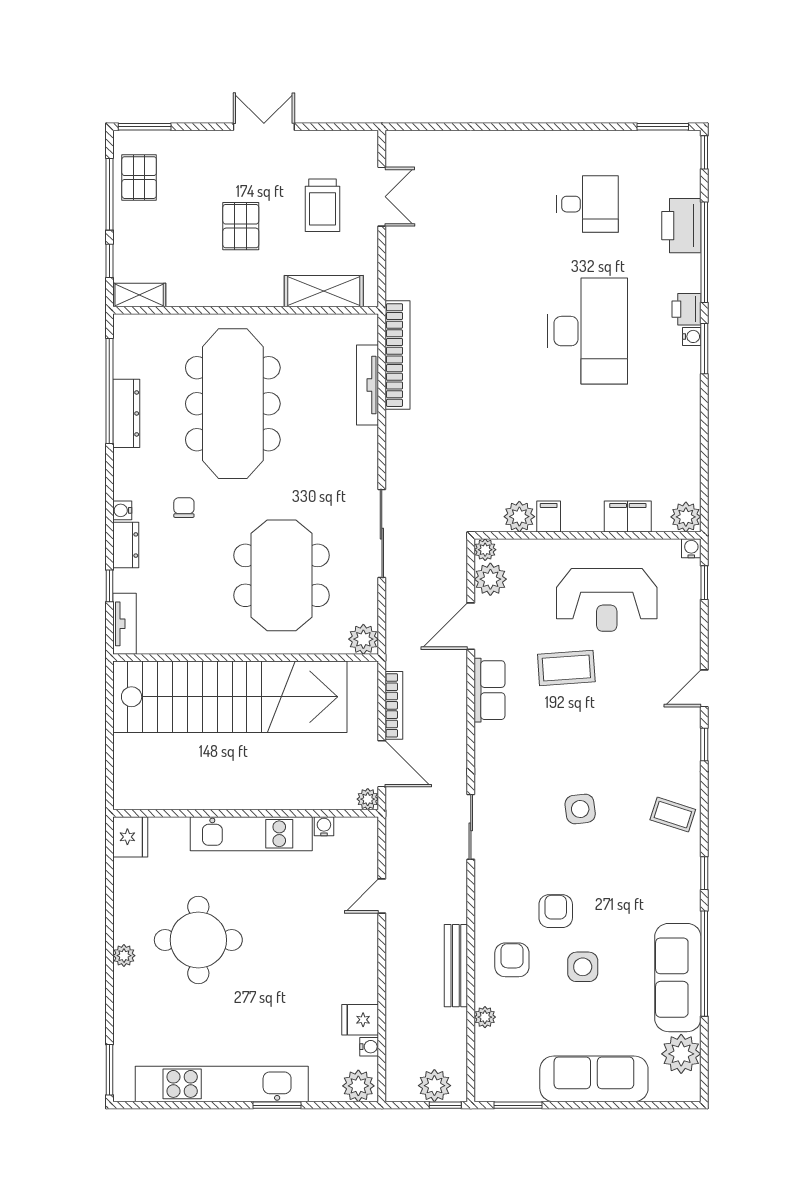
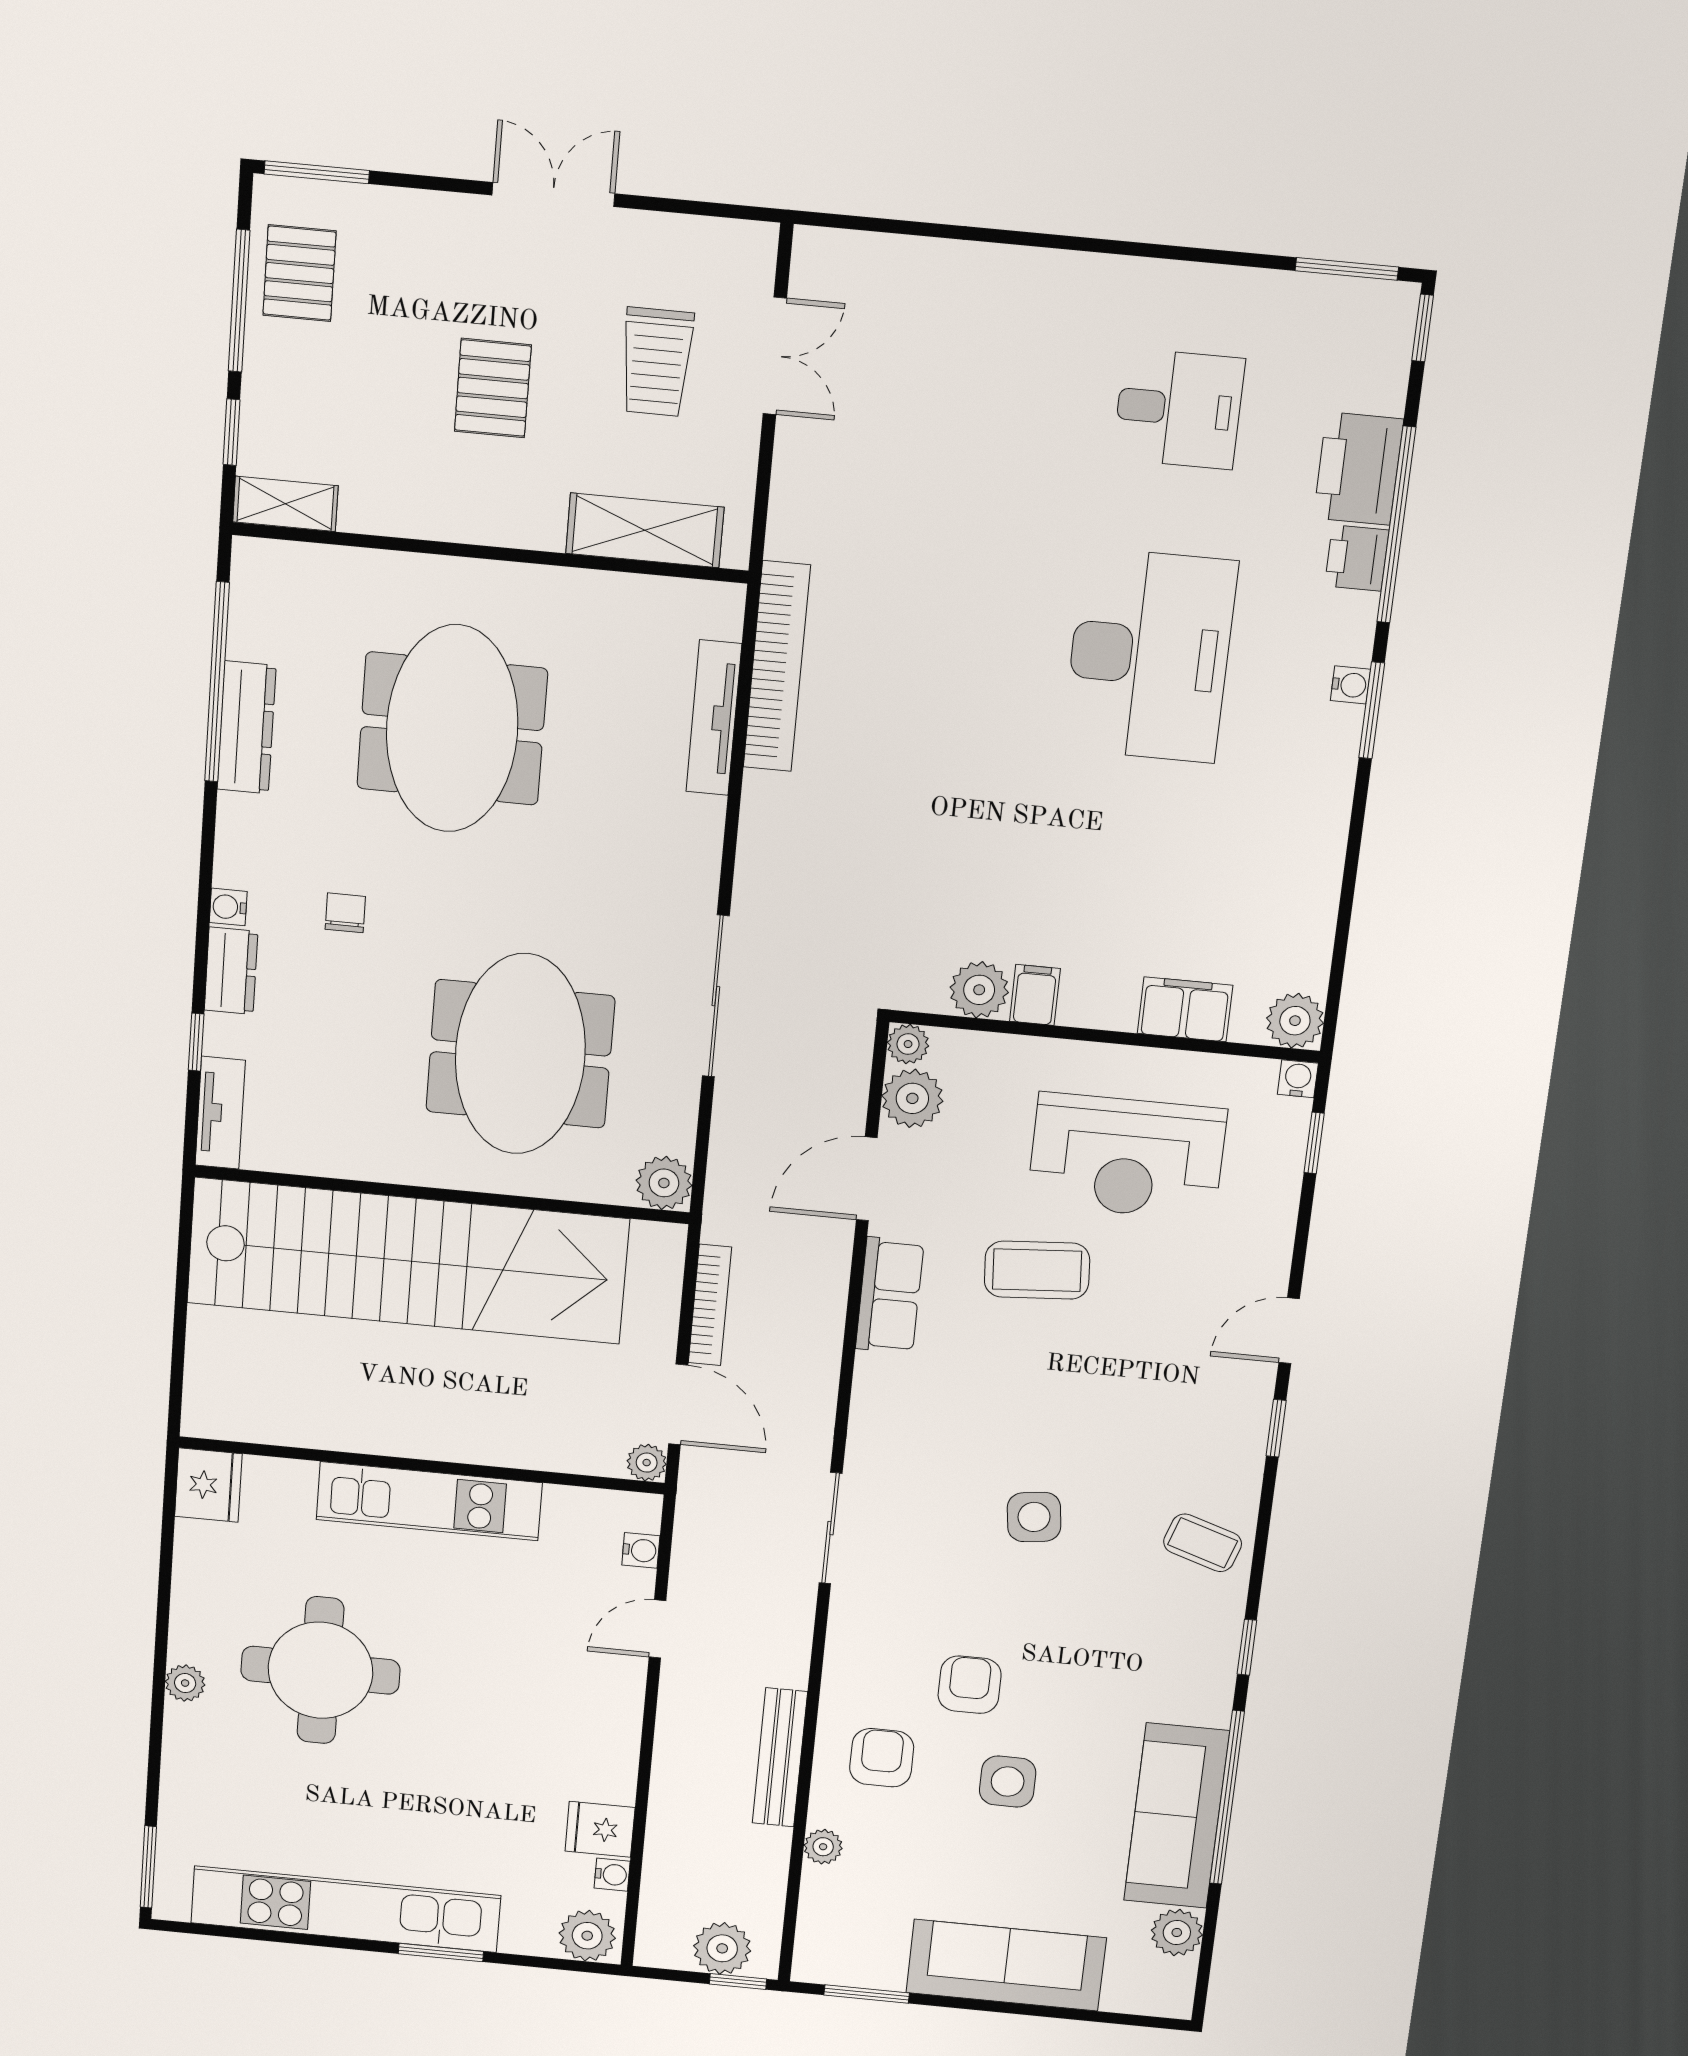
printer: (686, 309) -> (1357, 558), moved
meeting table: (233, 404) -> (452, 729), width x0.73
water cooler: (324, 826) -> (641, 1550), moved, turned 90
plant: (681, 1054) -> (1177, 1933), width x0.73, depth x0.73

